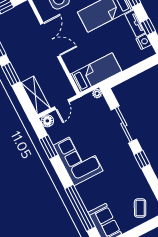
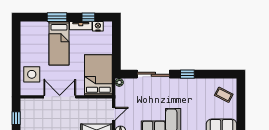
bed: (96, 73) -> (98, 75), width x1.50
door: (62, 104) -> (114, 114), hinge flipped

